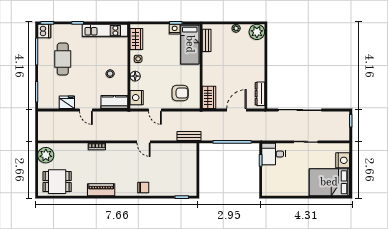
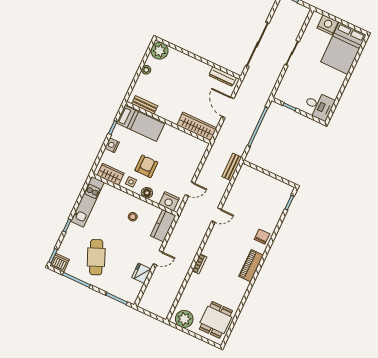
nightstand: (175, 29) -> (112, 145), moved
cafe table: (63, 59) -> (96, 257), turned 67
armchair: (180, 93) -> (146, 166), moved
wardrobe: (209, 97) -> (197, 126), width x1.50
desk: (274, 154) -> (319, 106), moved, turned -90
piano: (101, 190) -> (251, 266), moved

